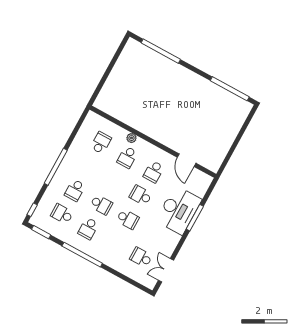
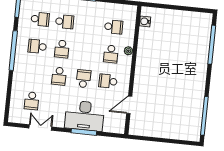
water cooler: (109, 109) -> (145, 21), added
school desk: (127, 157) -> (111, 54), turned -90
school desk: (75, 190) -> (65, 22), turned 180
school desk: (62, 214) -> (40, 19), turned 90
school desk: (141, 257) -> (32, 101), turned 180
double door: (166, 270) -> (40, 127), moved

